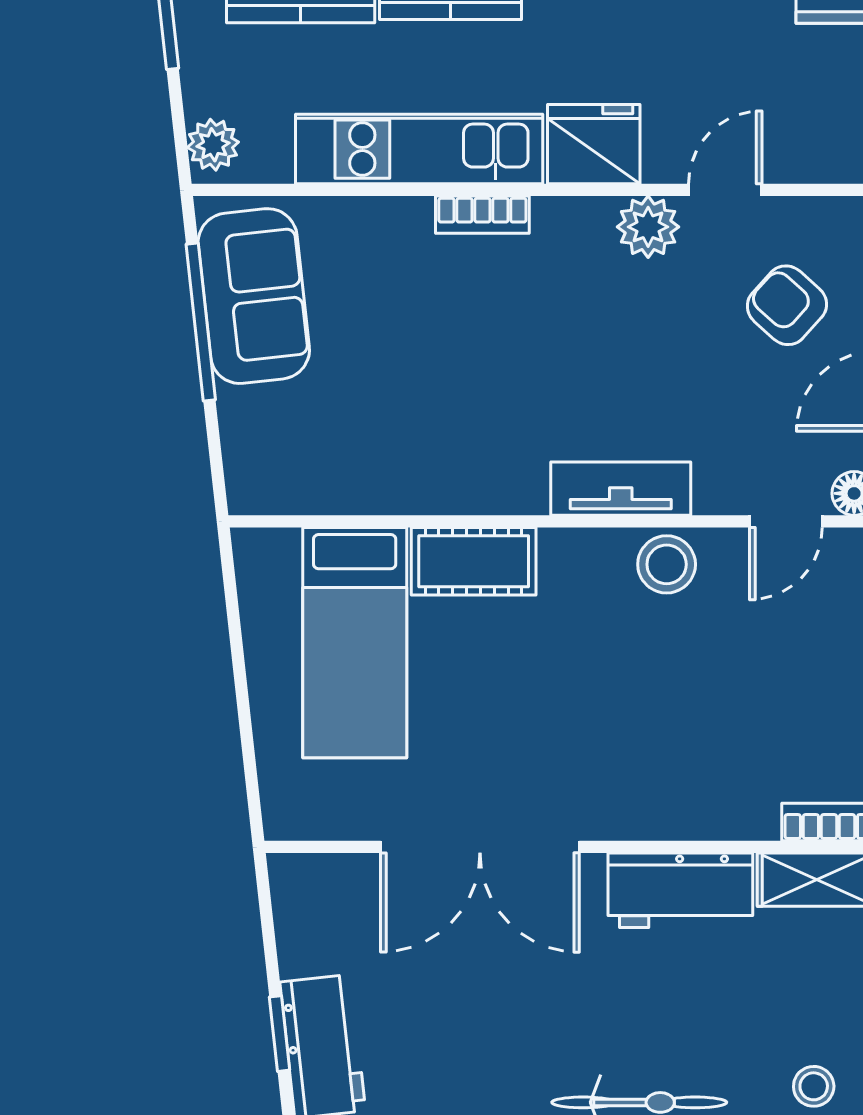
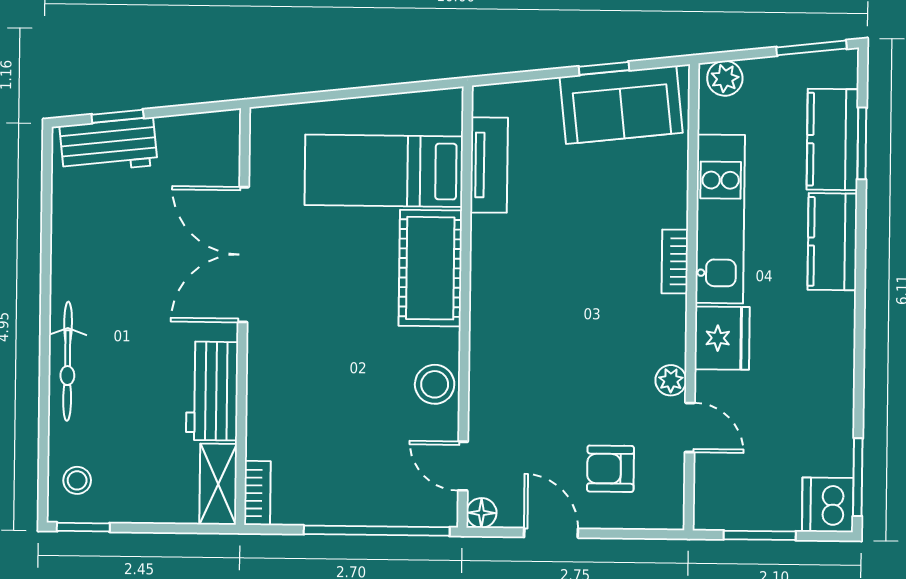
plant: (648, 227) -> (671, 380), width x0.73, depth x0.73
armchair: (787, 305) -> (610, 469), turned -132
window: (201, 322) -> (604, 68), width x0.46
tv unit: (621, 489) -> (489, 165), moved
cot: (474, 561) -> (430, 268), width x1.37, depth x1.34

